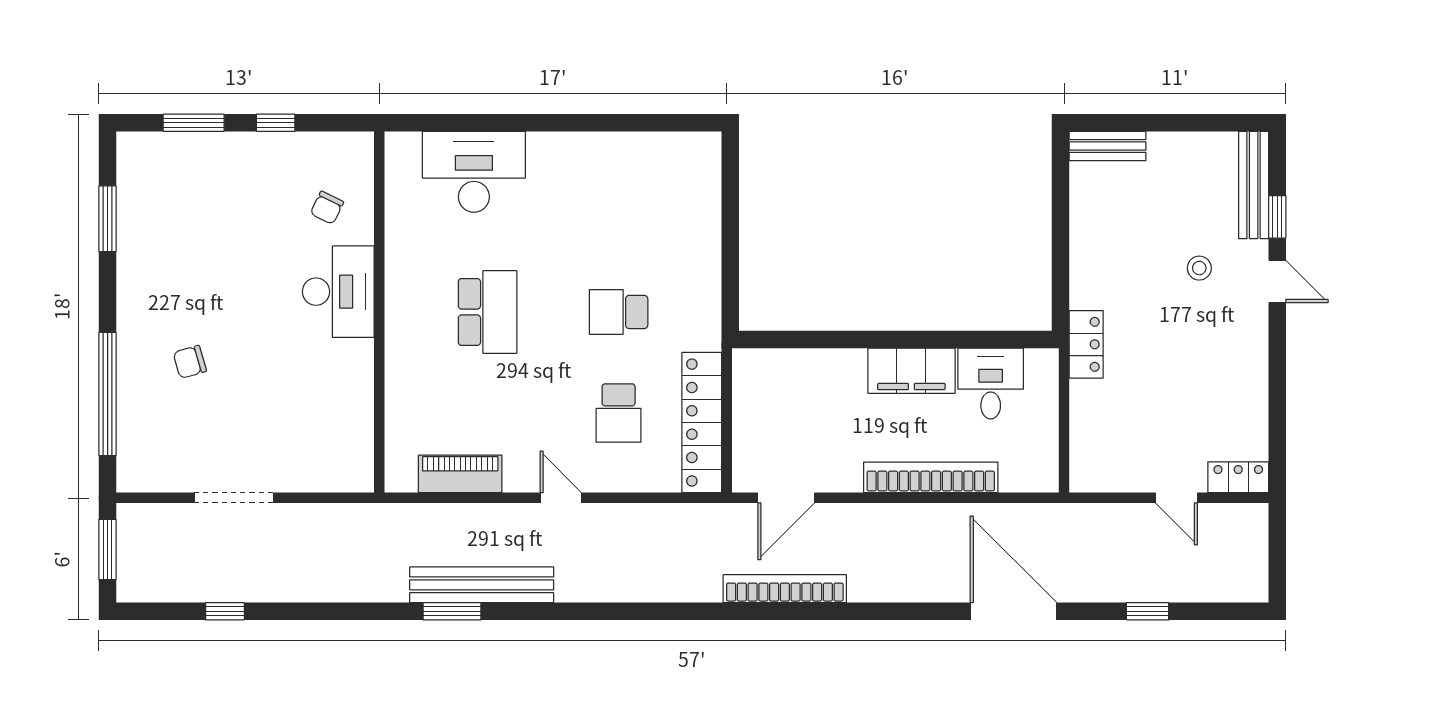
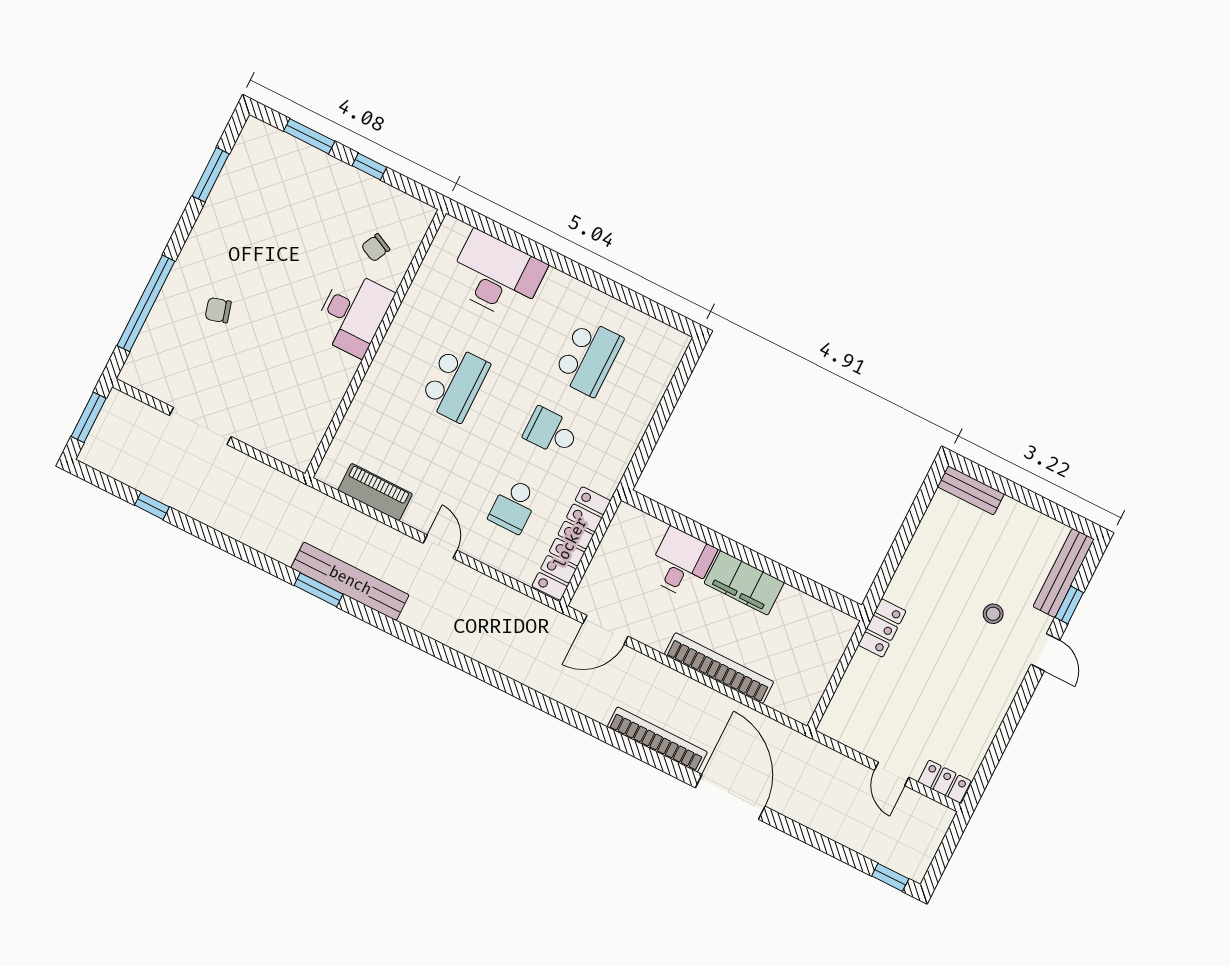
school desk: (619, 211) -> (588, 358), added
desk: (991, 384) -> (681, 563), moved
bookcase: (785, 589) -> (657, 739), moved
window: (1148, 611) -> (890, 877), moved

